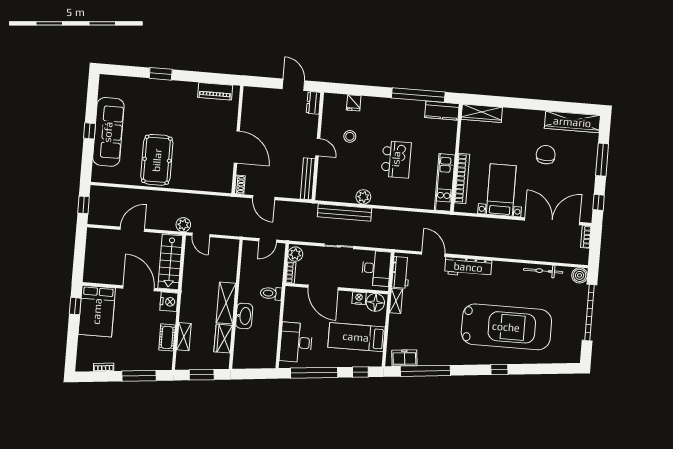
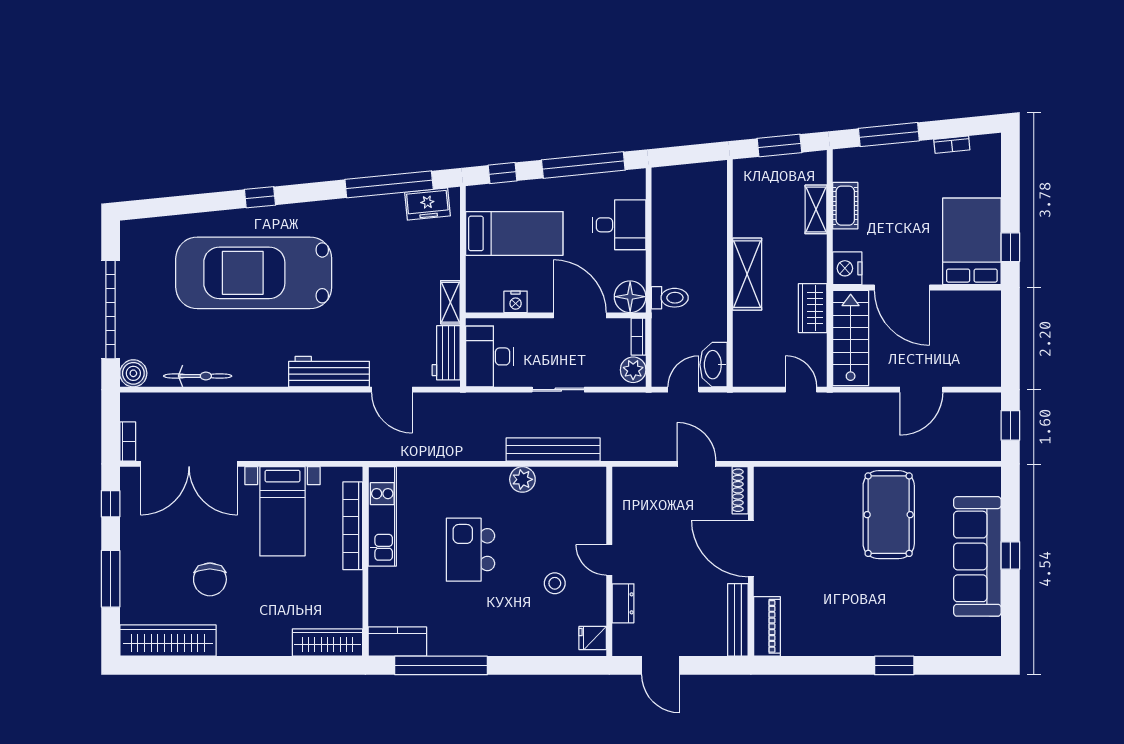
piano: (215, 91) -> (767, 626), moved, turned 90
dresser: (314, 103) -> (623, 603), moved
fridge: (354, 103) -> (593, 638), moved, turned -90
bench: (308, 179) -> (738, 620), moved
shoe rack: (240, 185) -> (740, 490), width x1.43
plant: (183, 225) -> (833, 405), removed
floor lamp: (375, 302) -> (630, 297), moved
washbasin: (244, 316) -> (714, 365), moved
wardrobe: (223, 339) -> (813, 308), moved, turned 180
desk: (296, 342) -> (619, 225), width x0.73

